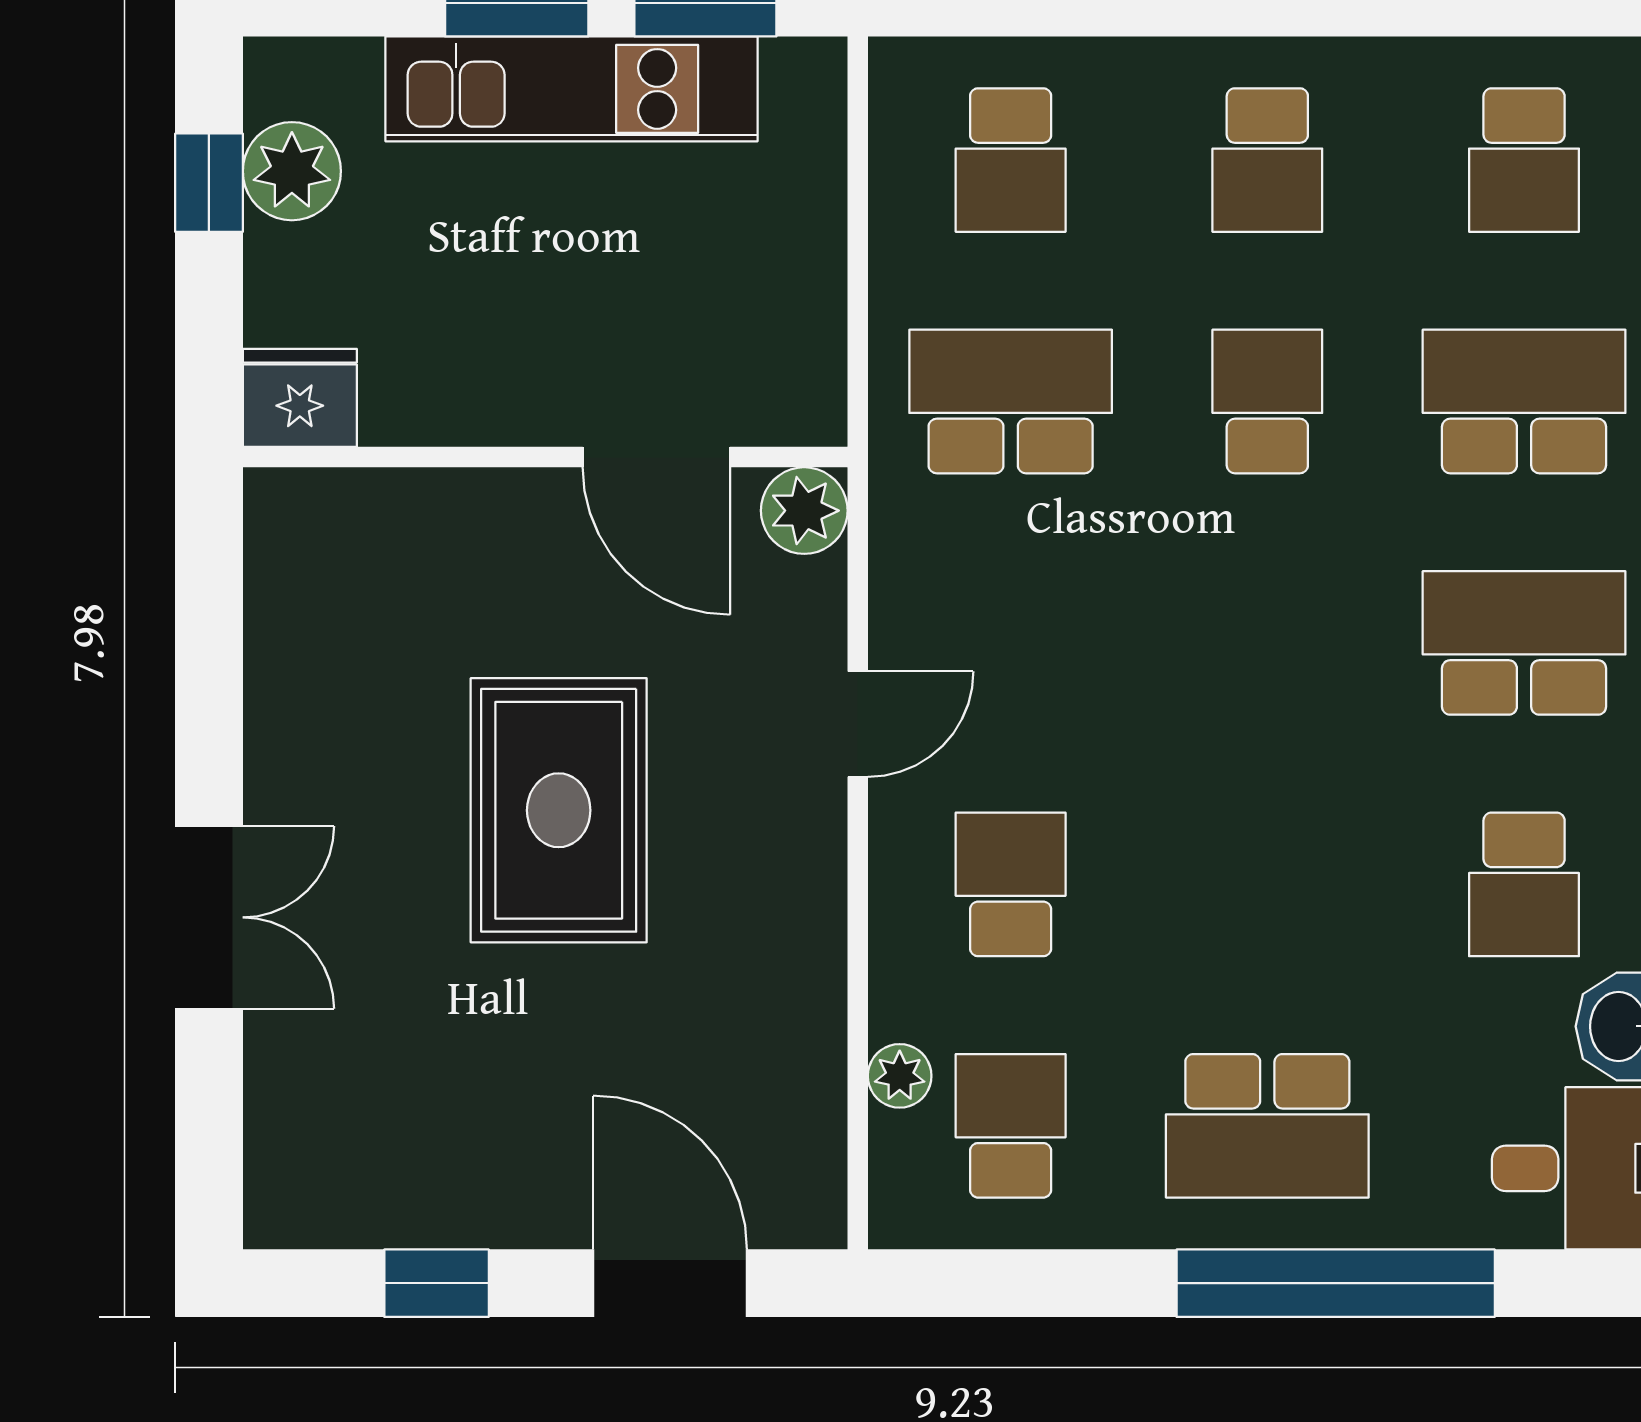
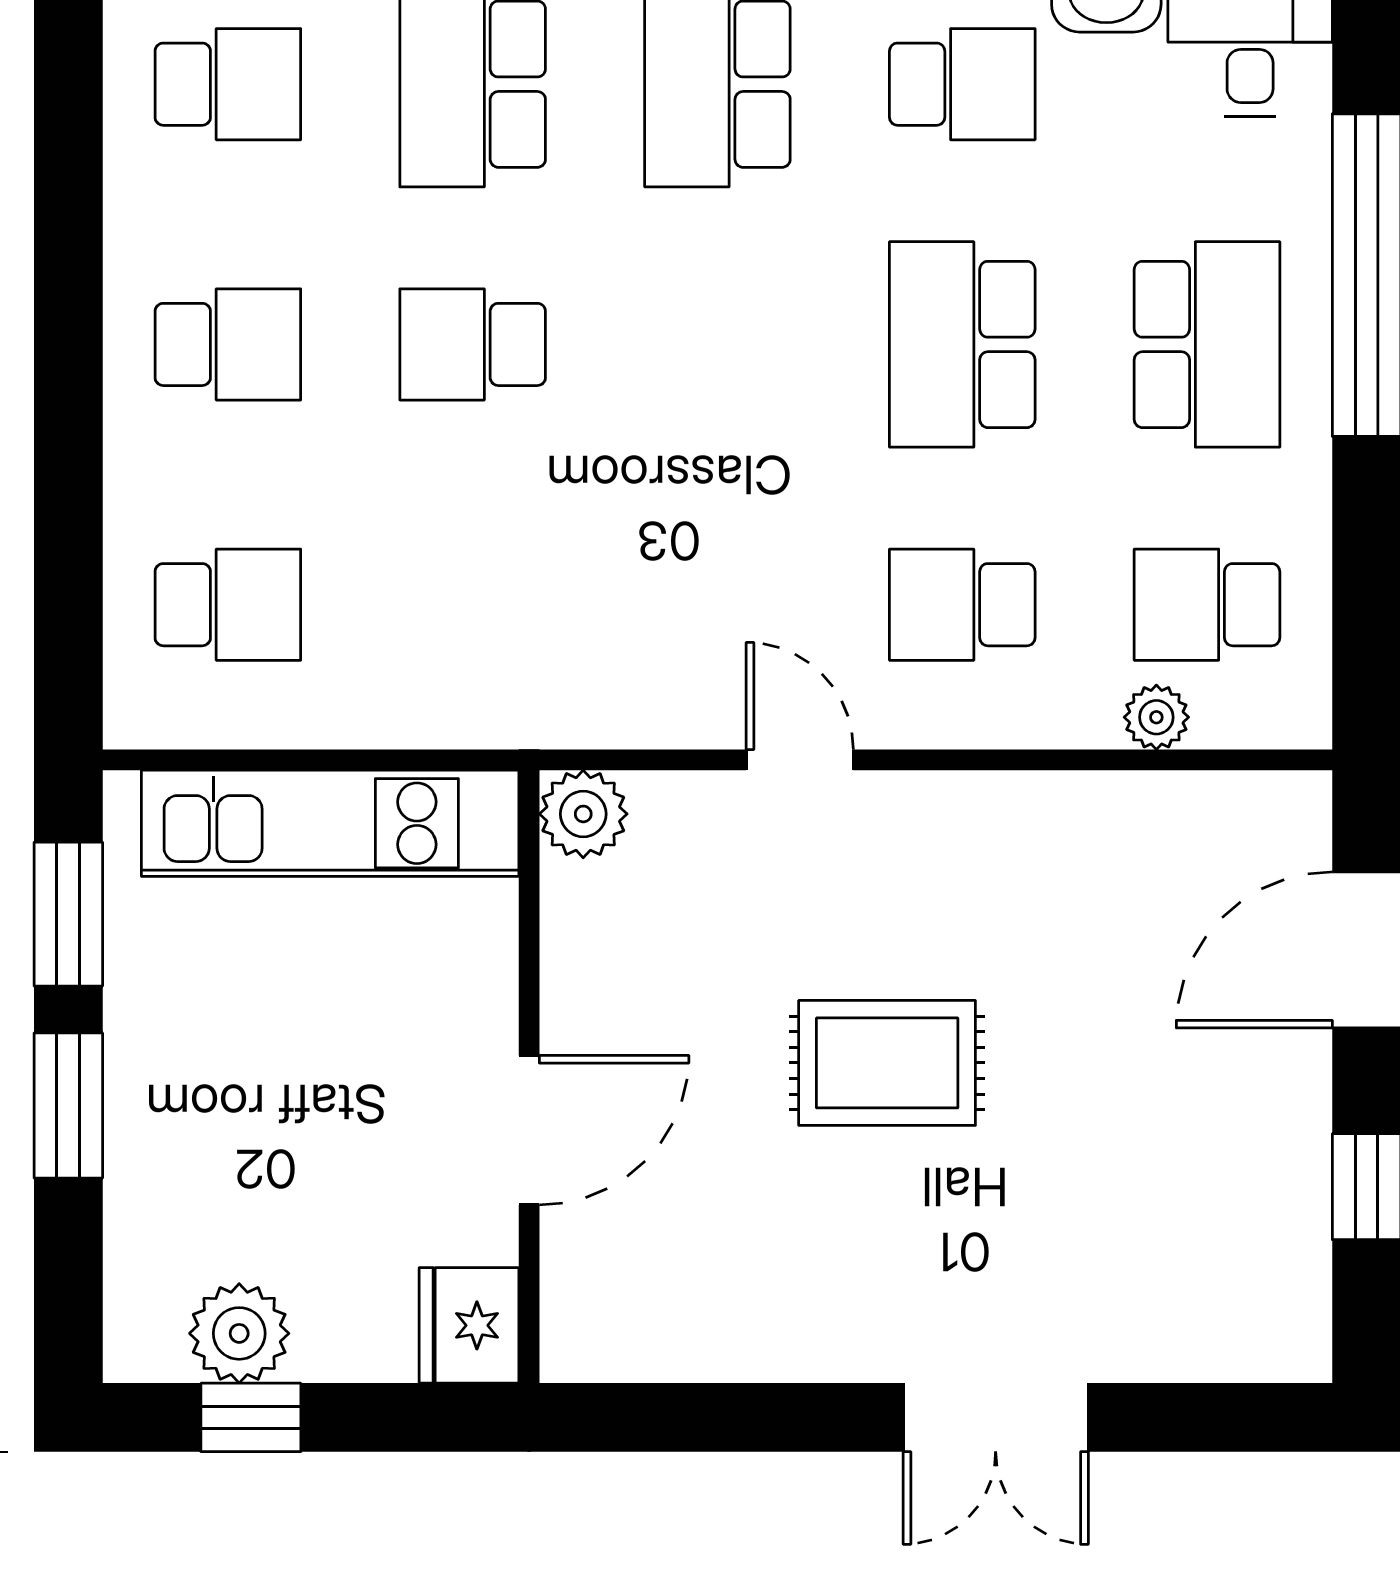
kitchen unit: (572, 89) -> (330, 823), moved, turned 90
school desk: (1011, 401) -> (962, 344), moved
door: (656, 457) -> (529, 1130), moved
rug: (559, 810) -> (887, 1063), width x0.73, depth x0.70
double door: (209, 917) -> (996, 1417), swing flipped

